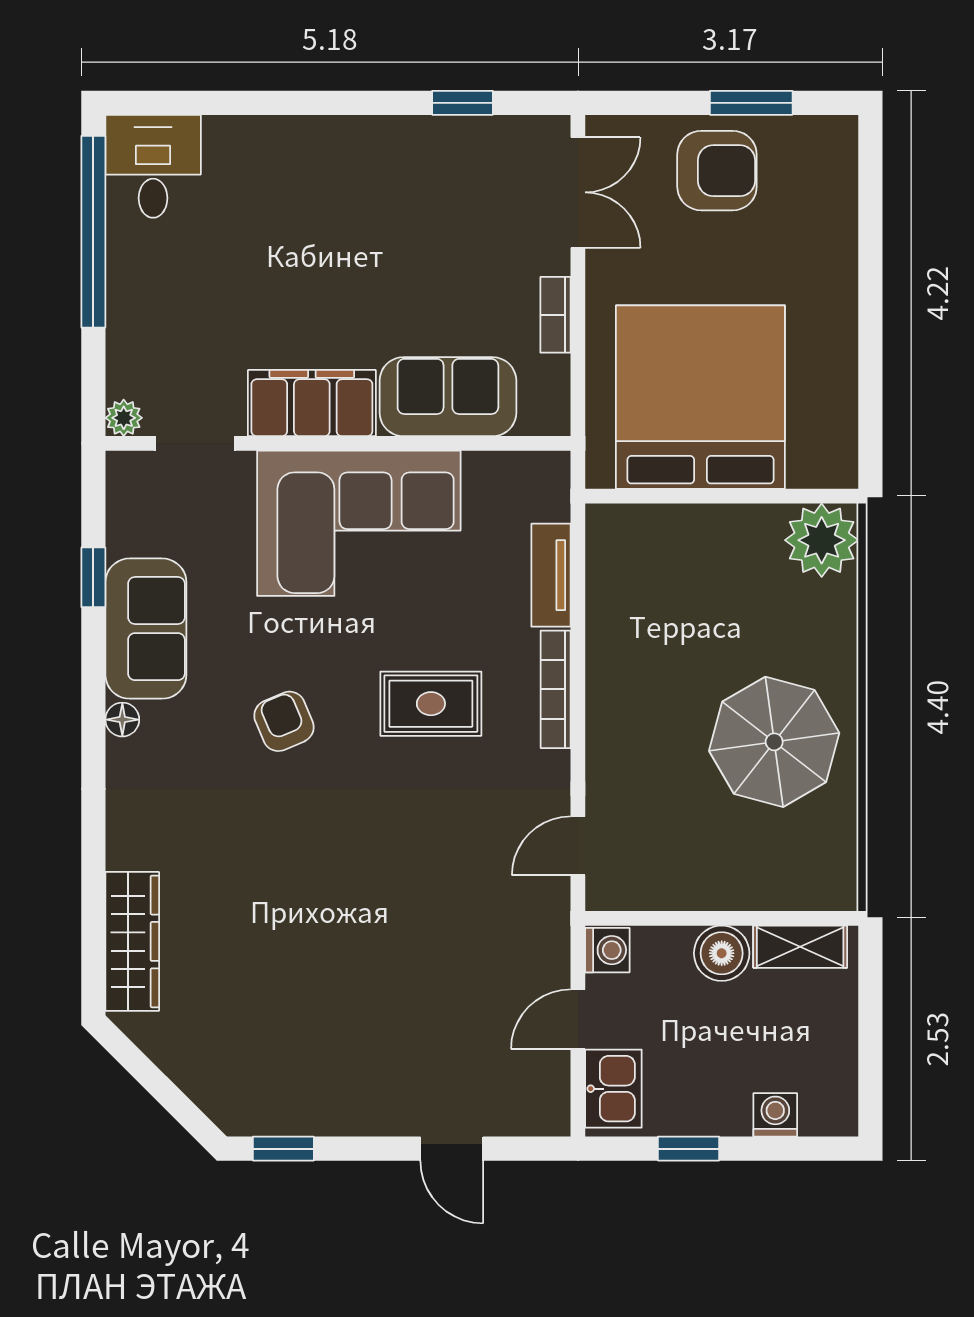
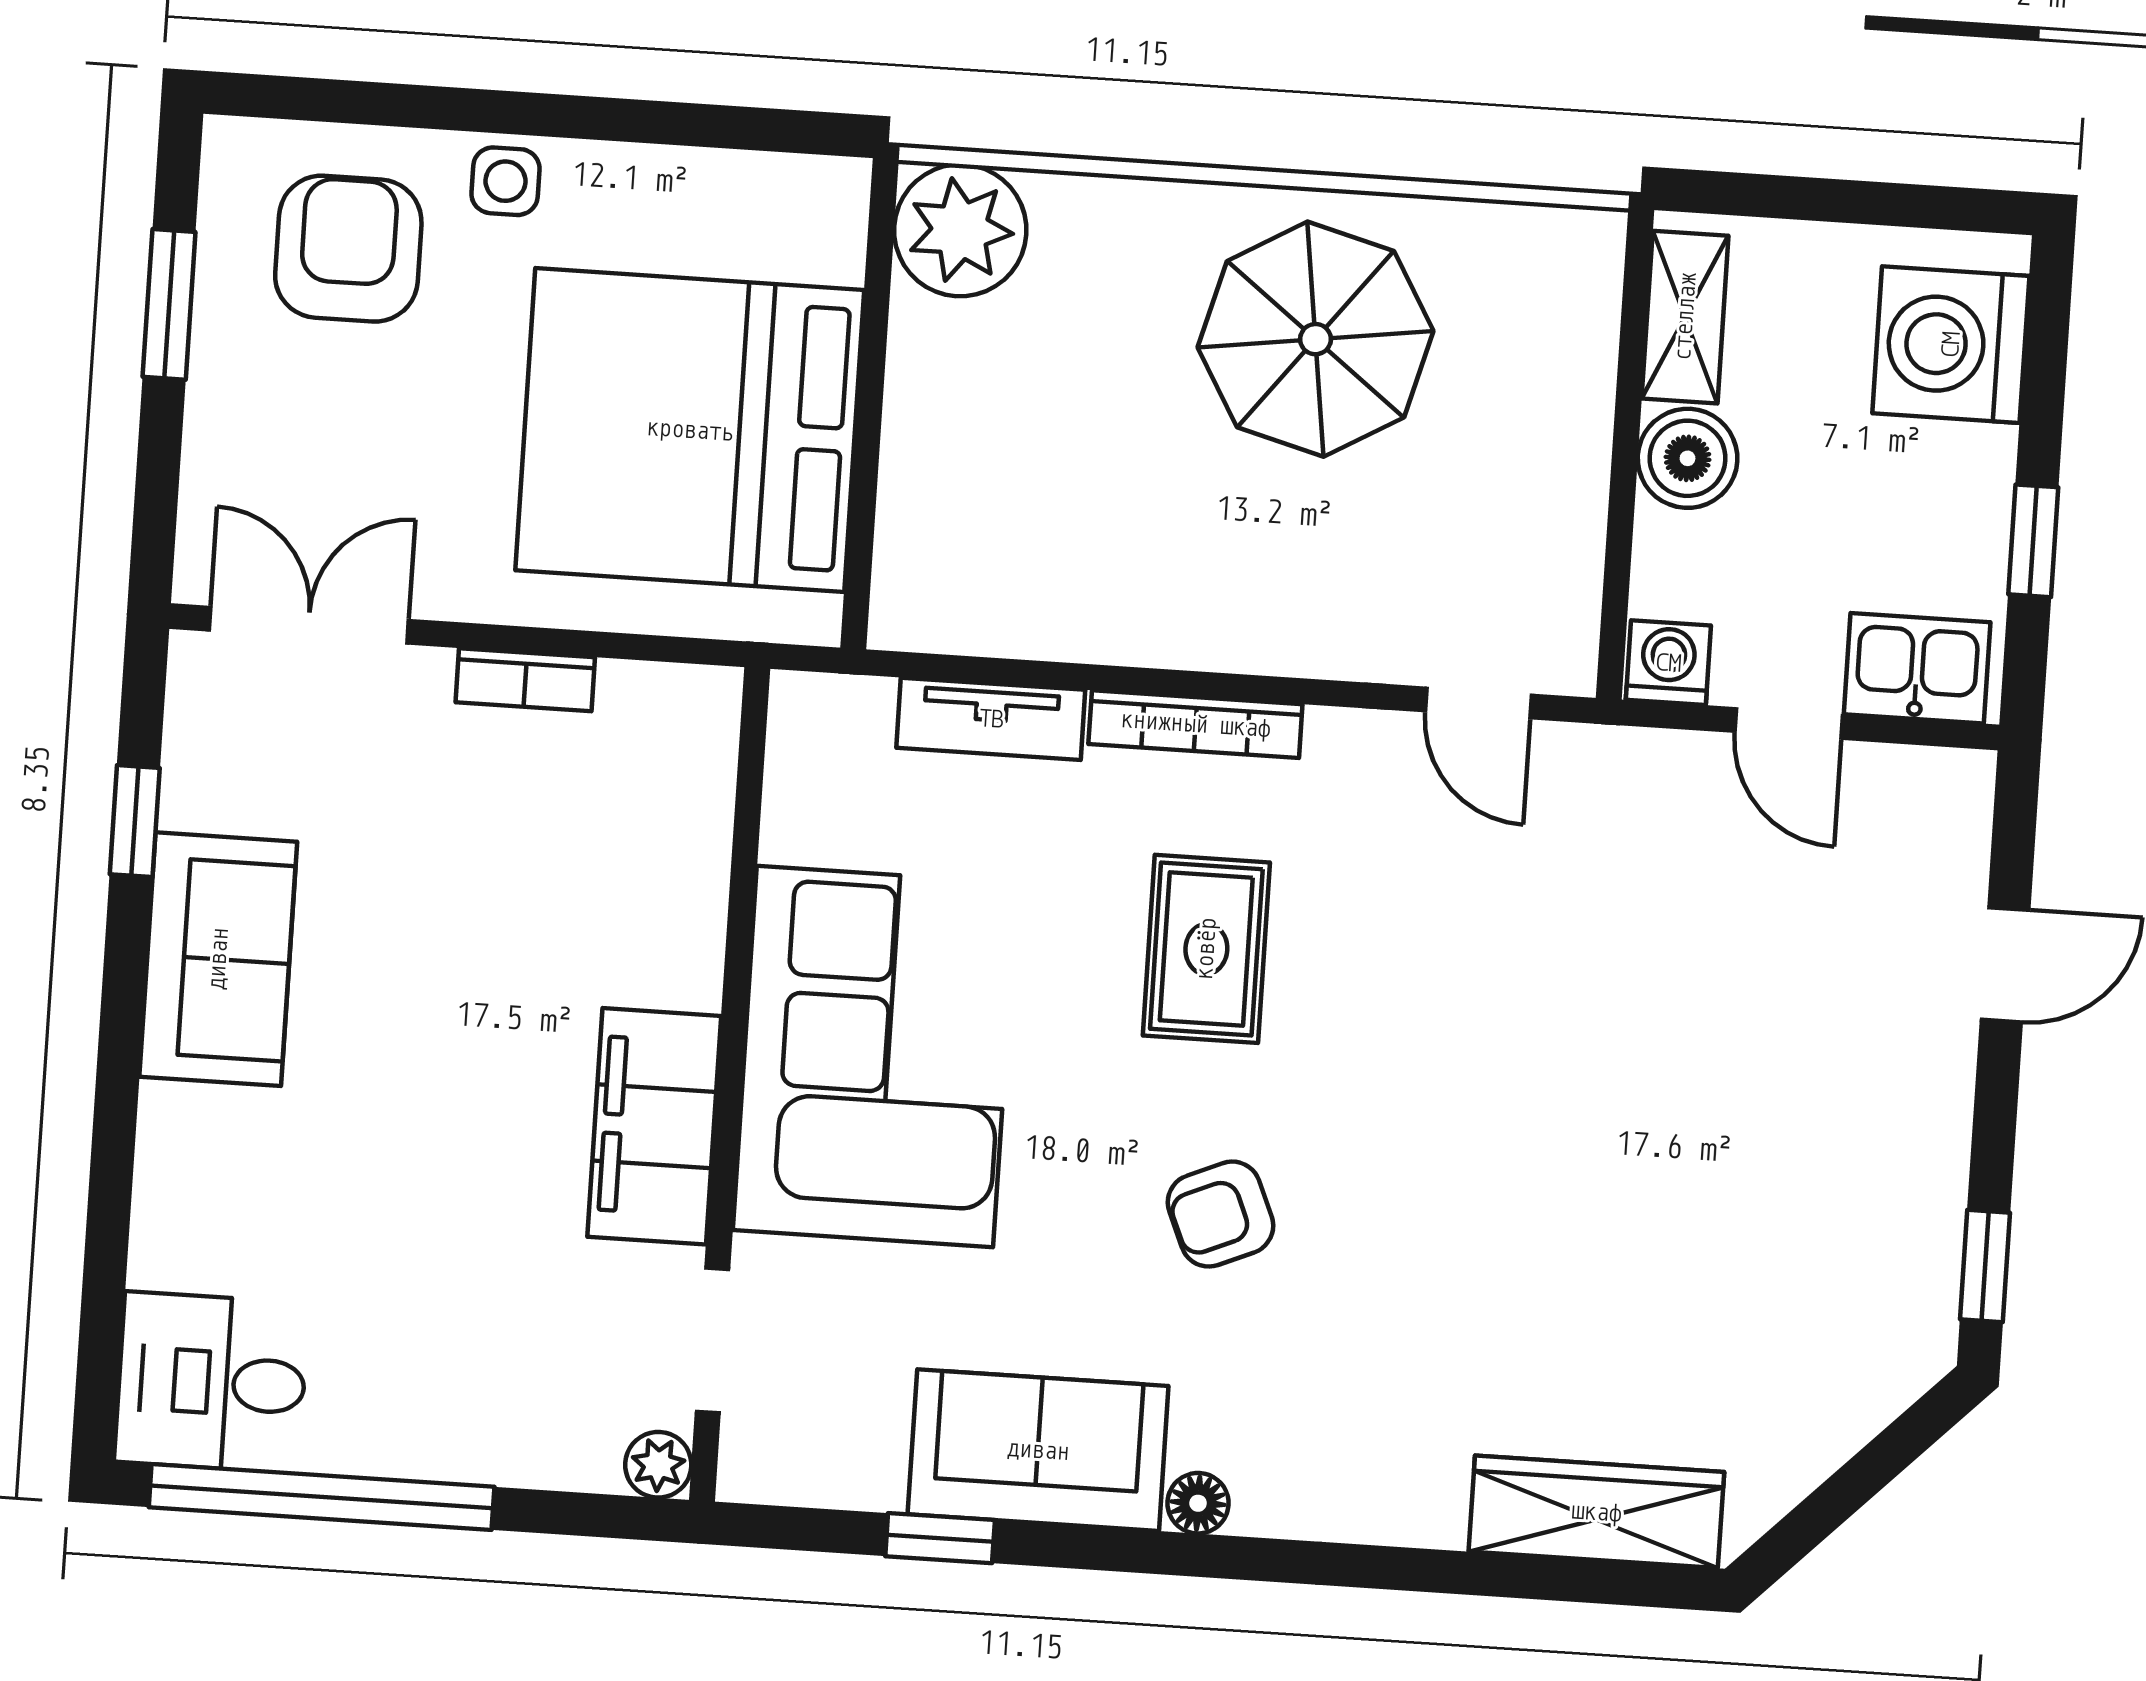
armchair: (717, 171) -> (348, 249), moved
side table: (832, 285) -> (505, 181), added
sofa: (448, 397) -> (218, 959), moved, turned 180
washing machine: (775, 1115) -> (1951, 345), width x1.89, depth x1.89

